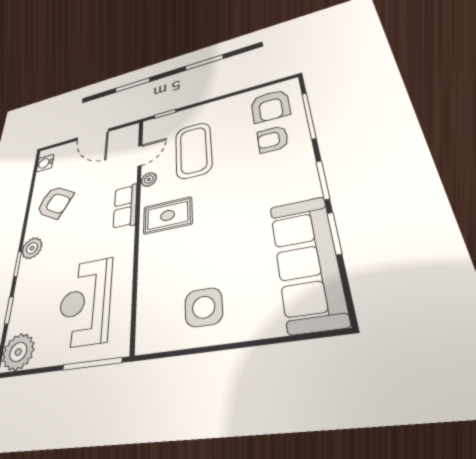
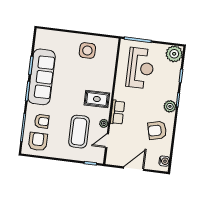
door: (93, 135) -> (134, 169), hinge flipped
armchair: (55, 202) -> (157, 130), turned -44
sofa: (307, 262) -> (42, 77), moved

